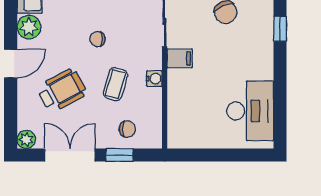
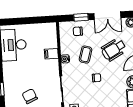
filing cabinet: (180, 58) -> (51, 54), moved

